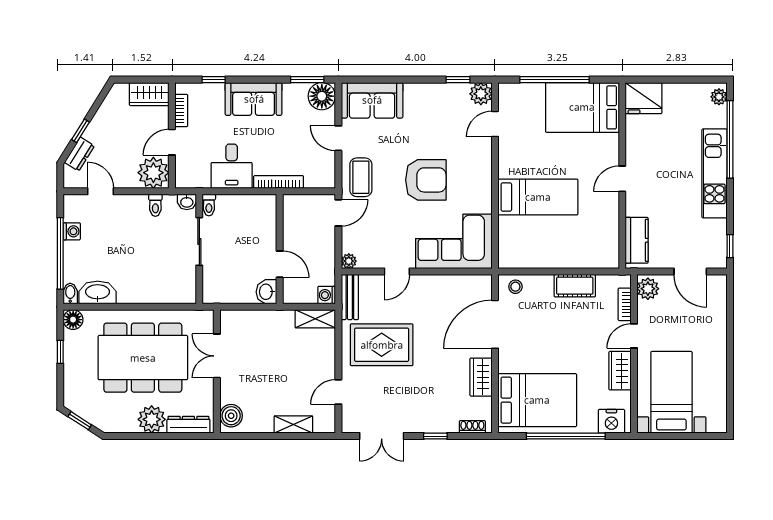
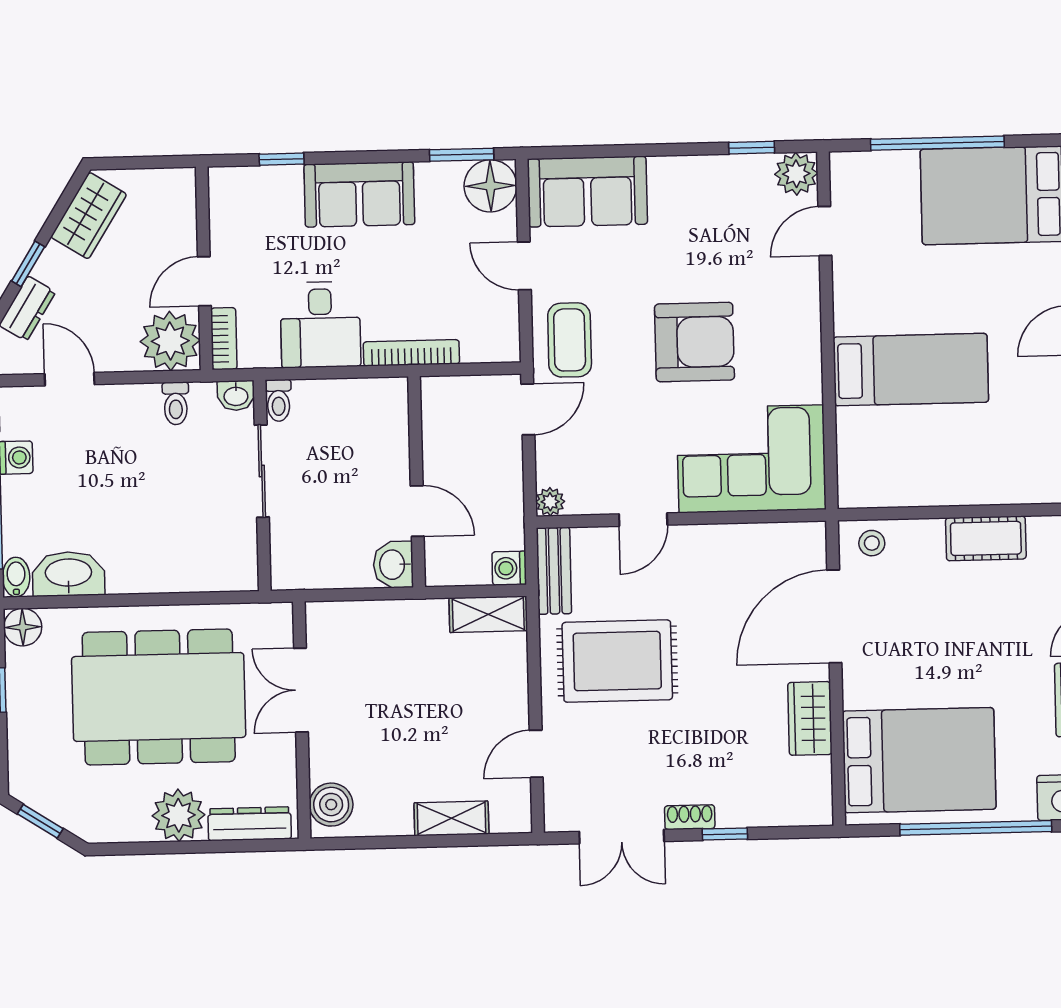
wardrobe: (149, 94) -> (89, 216), moved, turned -58
bookcase: (181, 110) -> (224, 339), moved
shoe rack: (472, 427) -> (690, 817), moved

